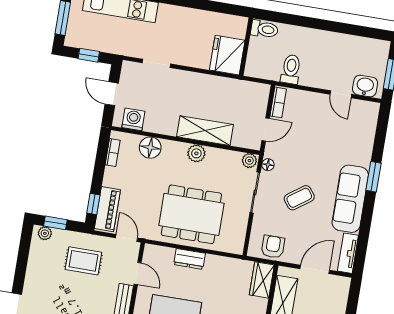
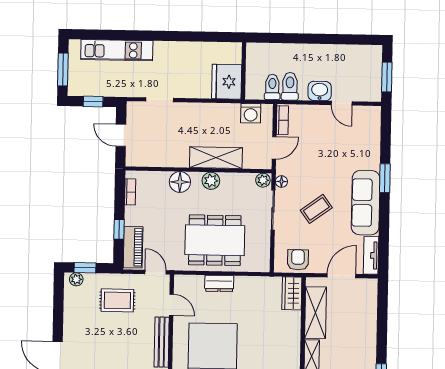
toilet: (264, 29) -> (272, 87), moved, turned -90
washbasin: (365, 86) -> (320, 91), moved
washing machine: (133, 119) -> (251, 113), moved, turned 180
floor lamp: (150, 148) -> (180, 182), moved
window: (93, 204) -> (119, 229), moved

